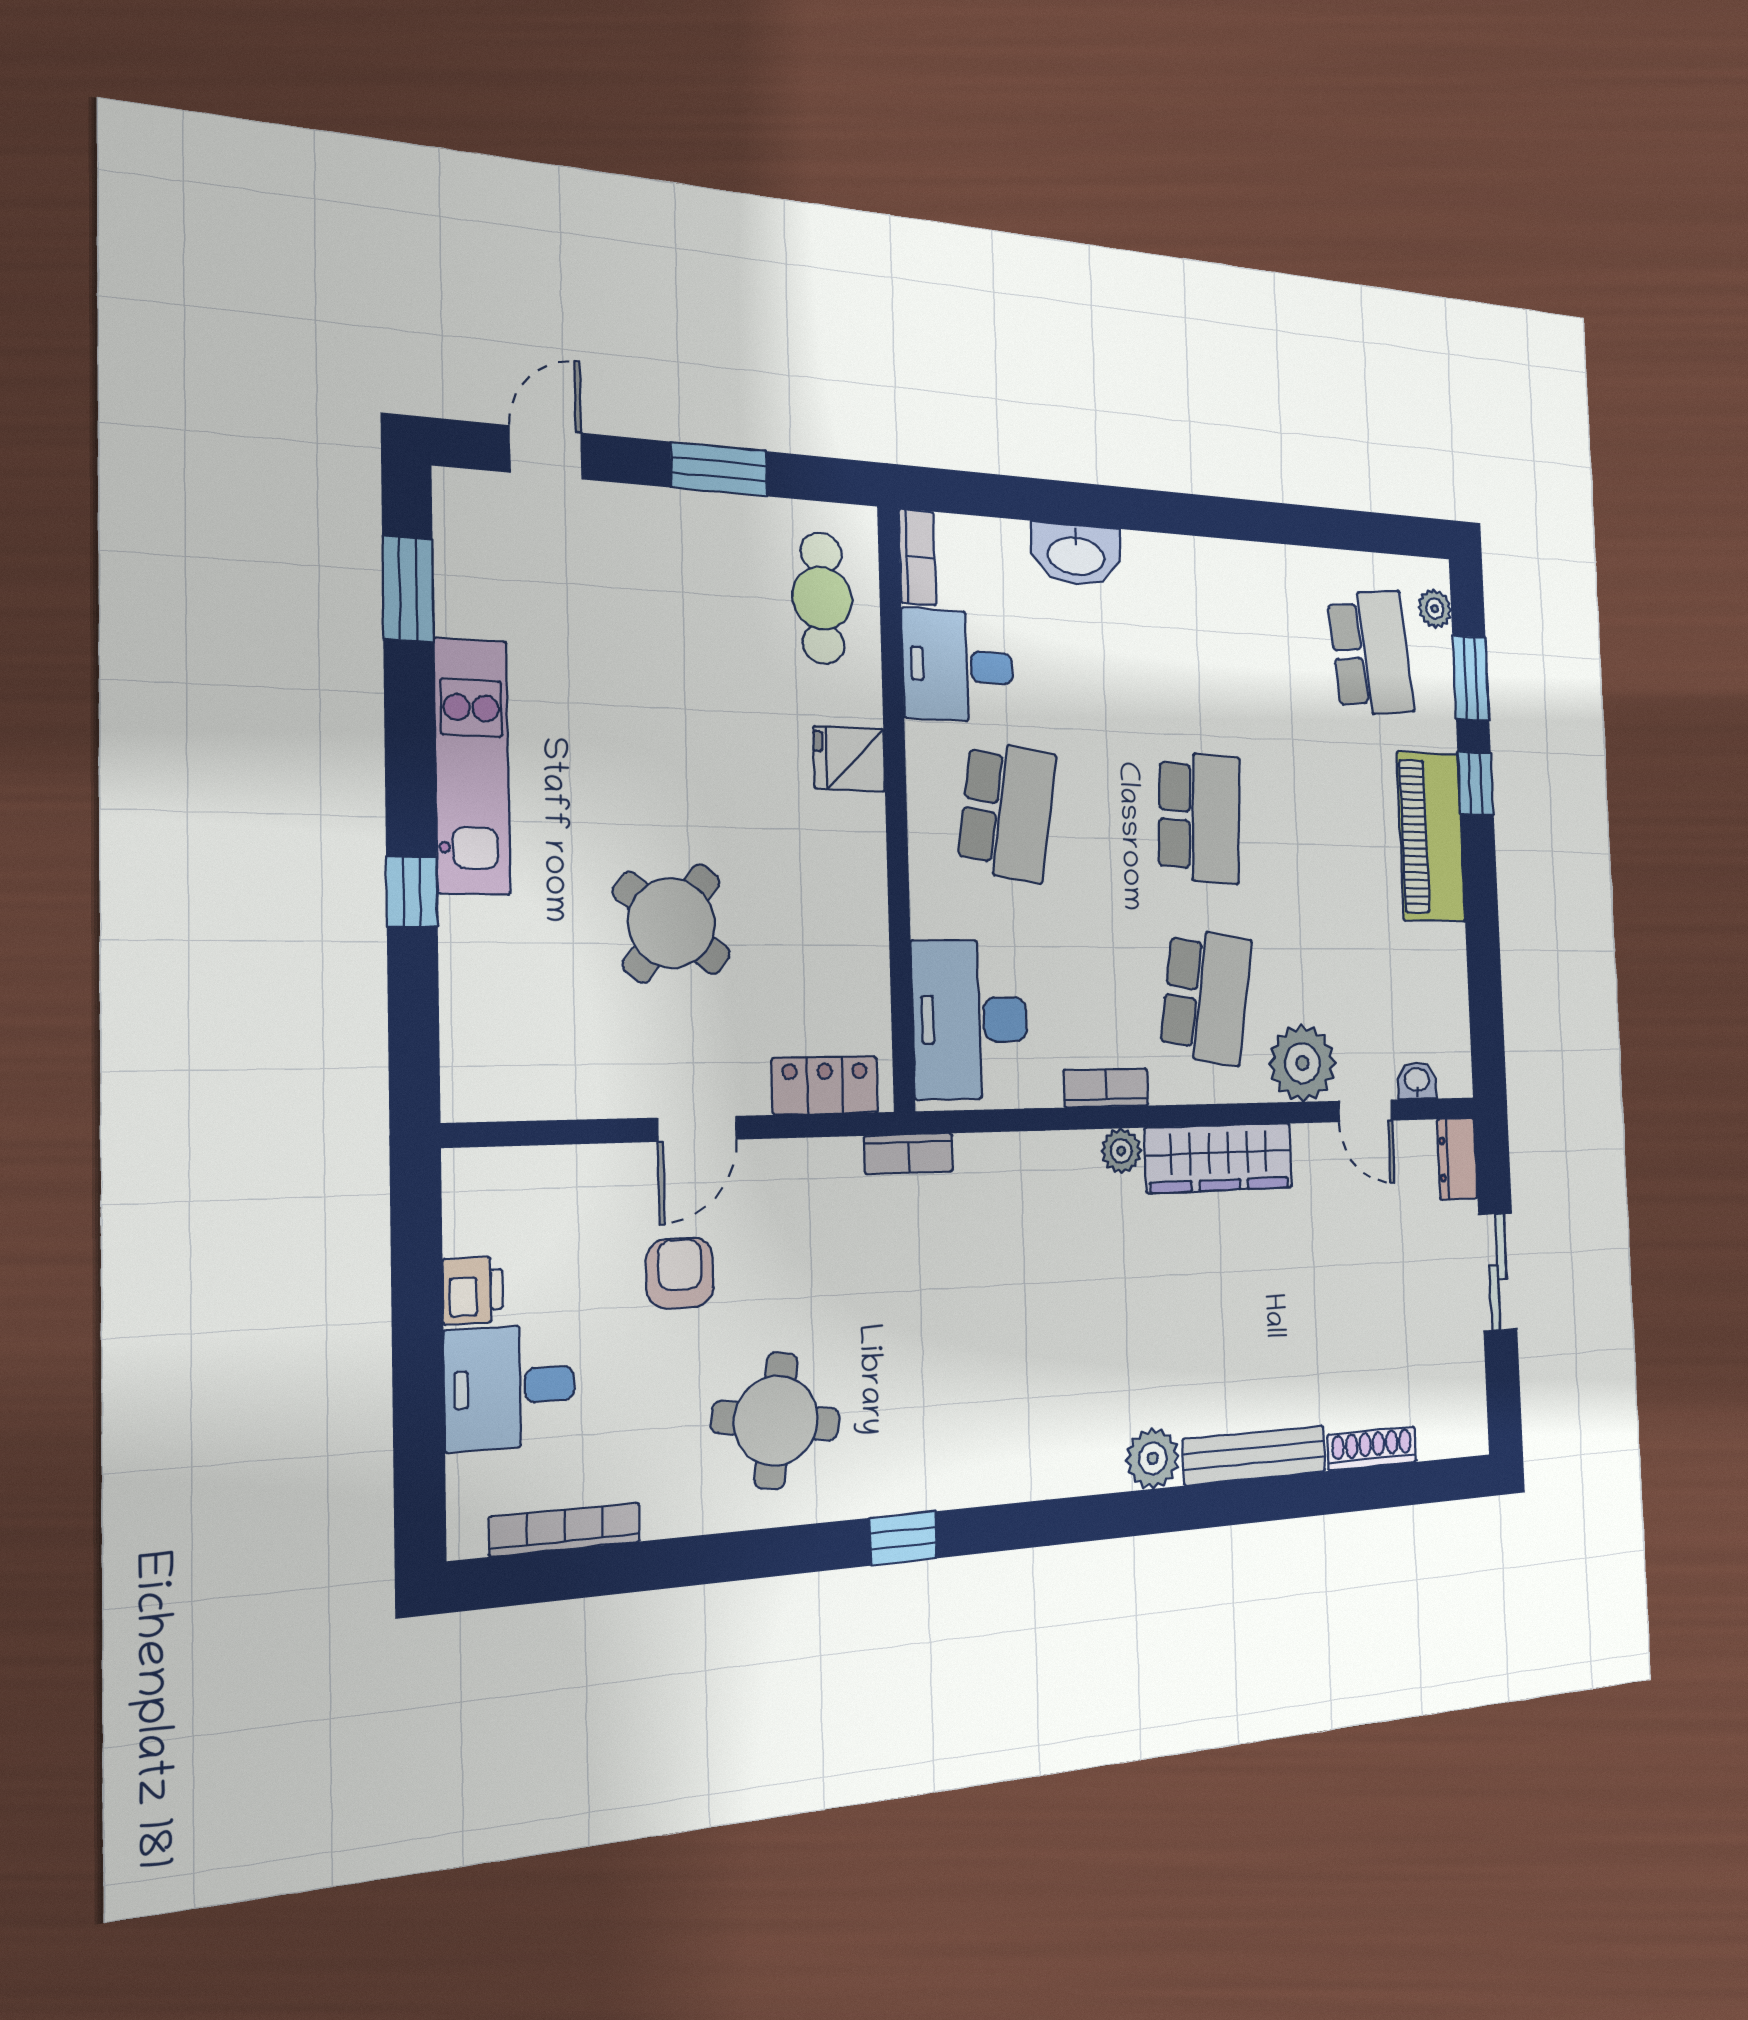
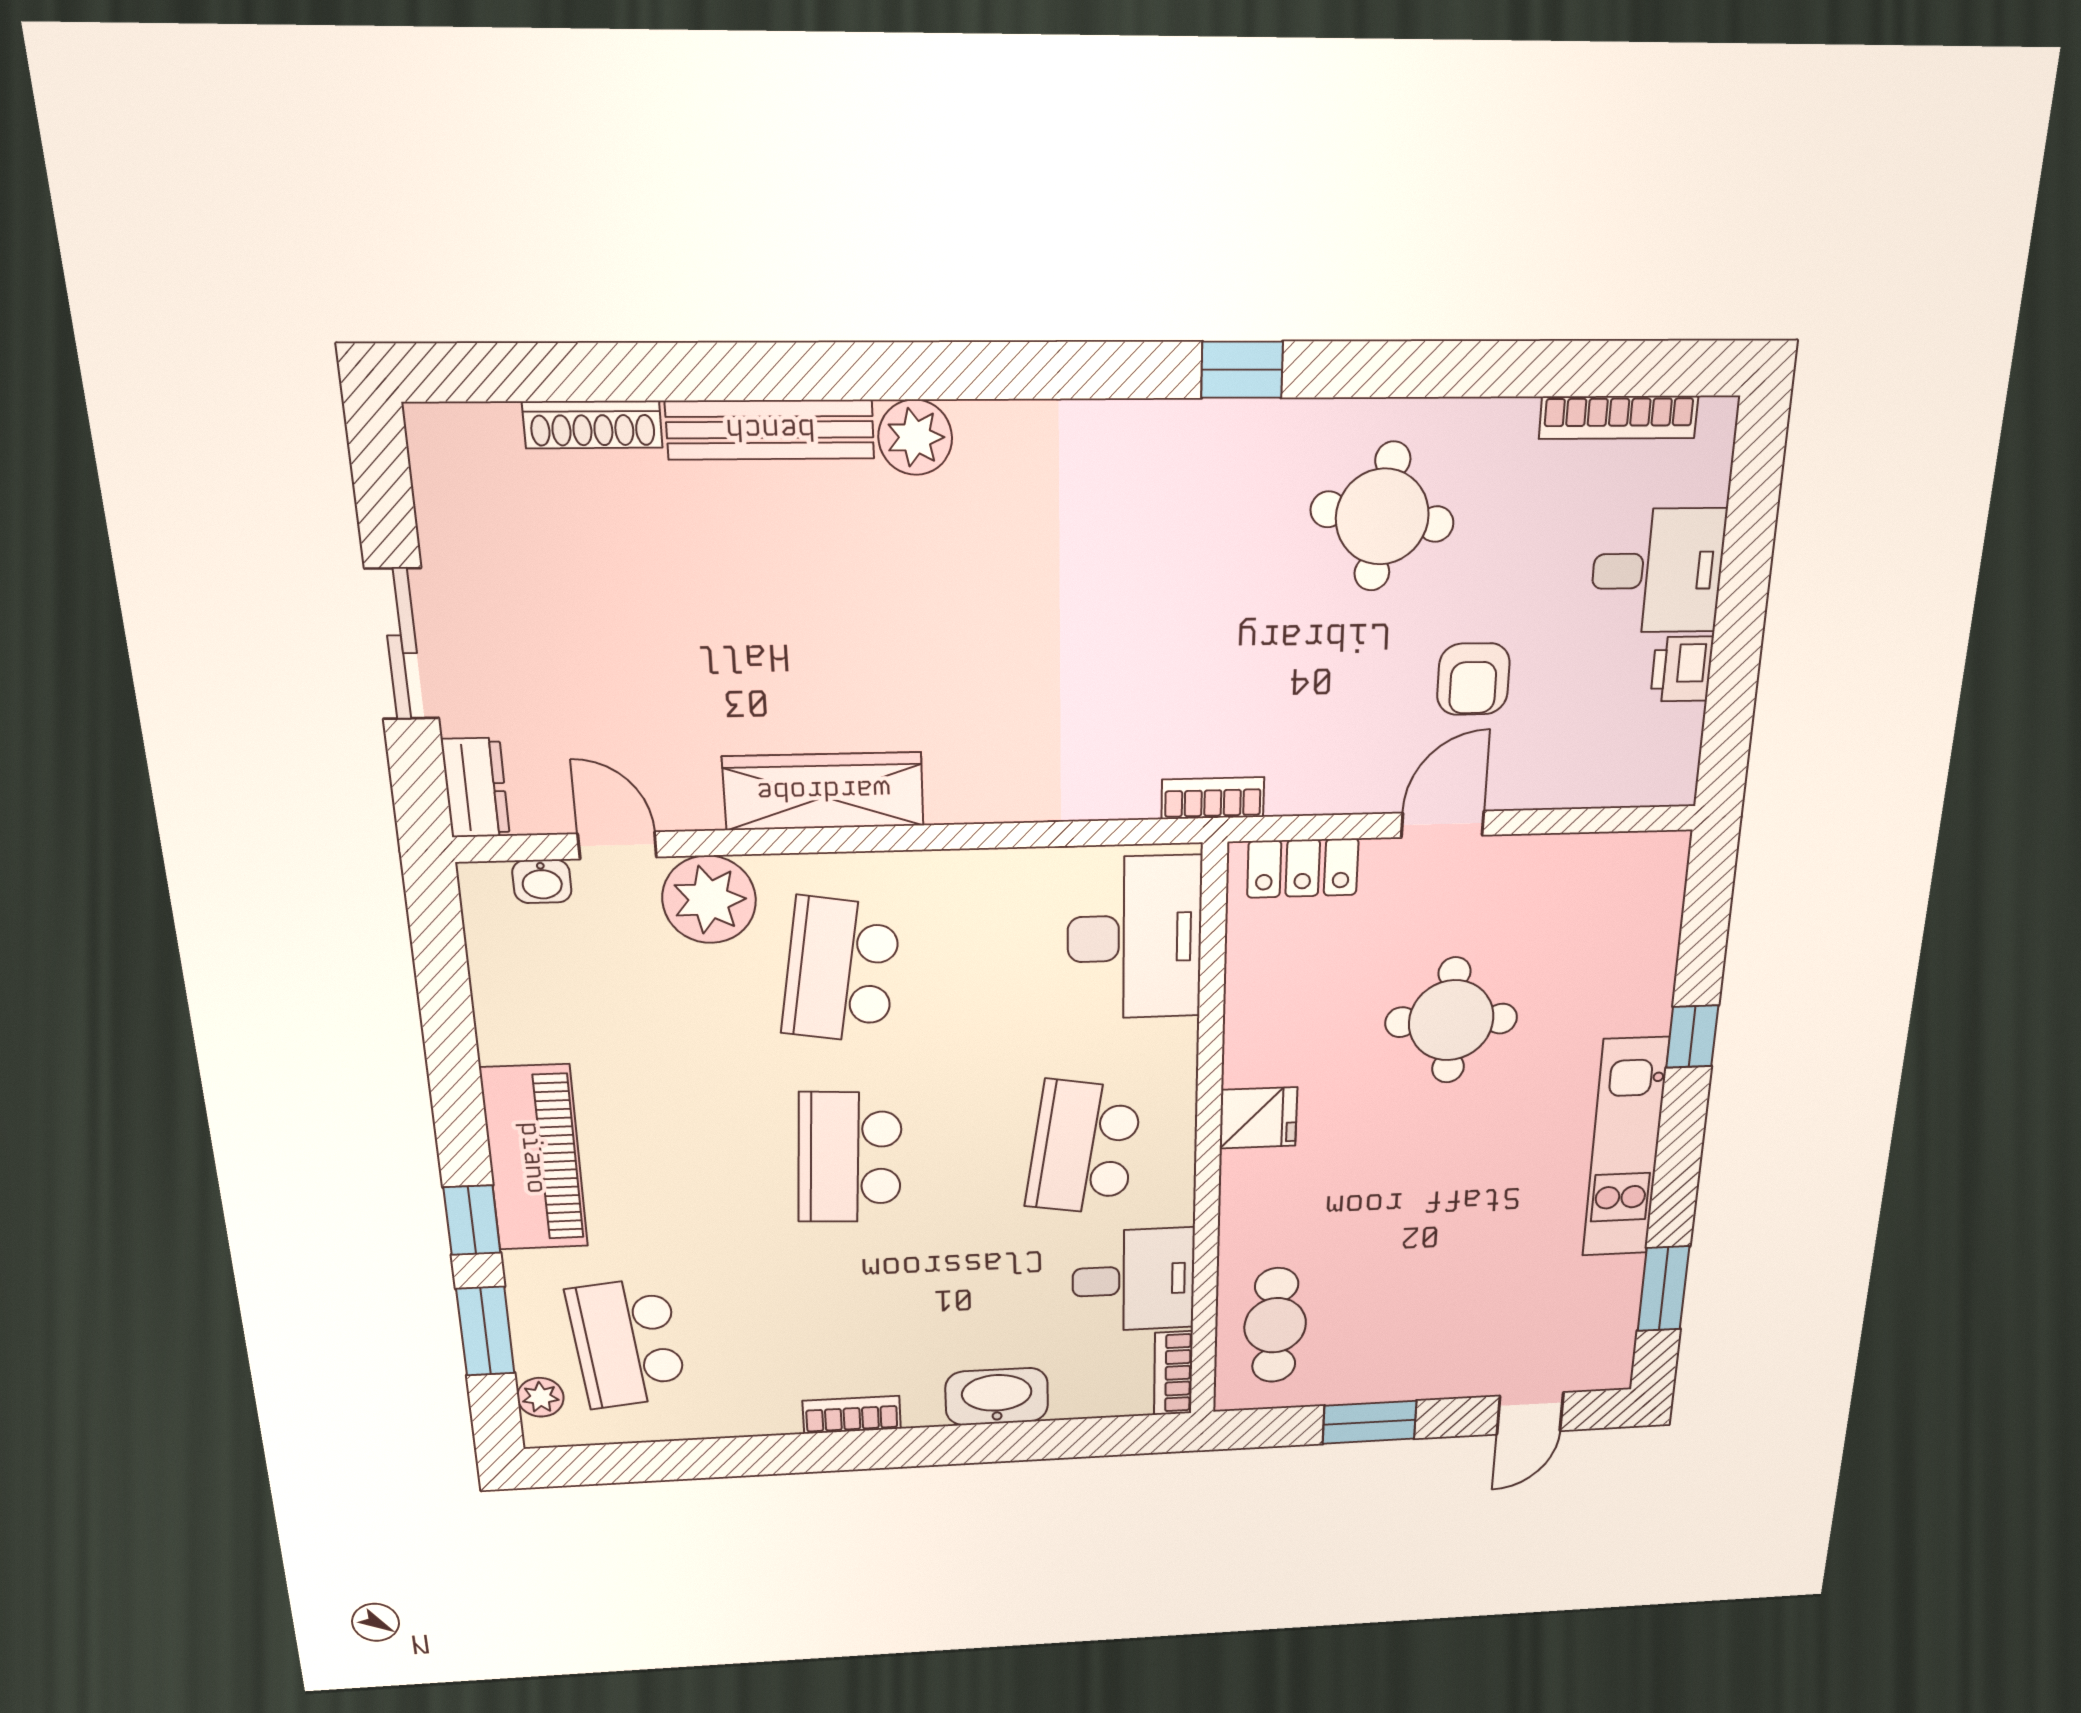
fridge: (849, 759) -> (1258, 1118), moved
round table: (672, 923) -> (1451, 1020), turned -38
bookcase: (1106, 1088) -> (852, 1415), moved, turned 180
plant: (1121, 1151) -> (953, 800), removed

